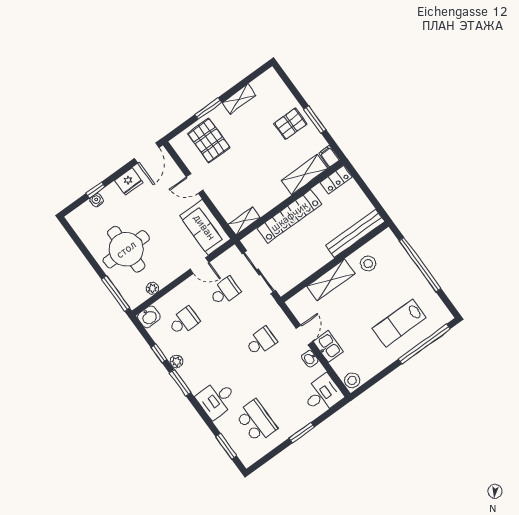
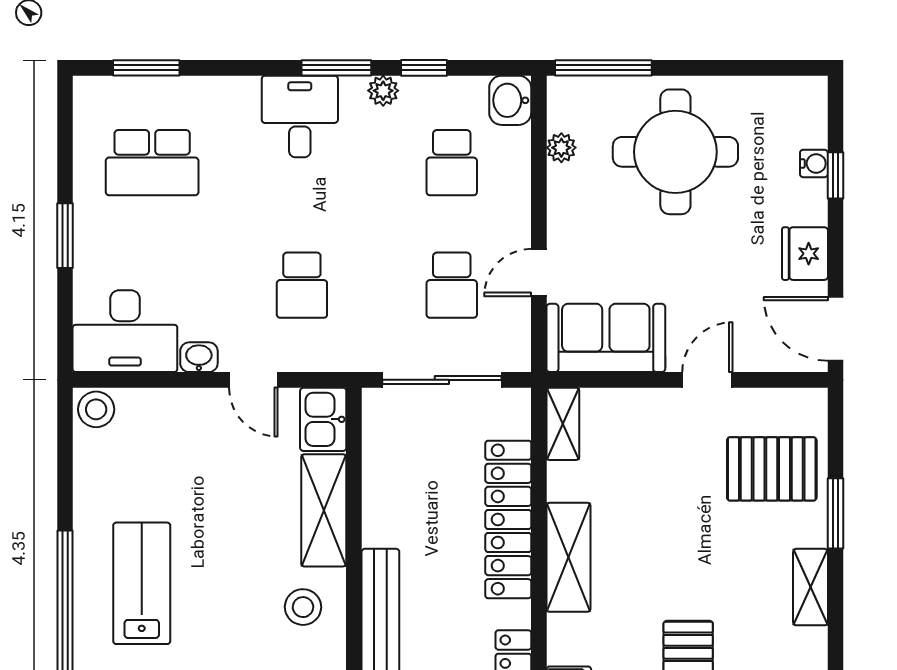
shelving: (305, 175) -> (568, 557), moved
kitchen sink: (328, 347) -> (323, 419), moved, turned 90
desk: (322, 394) -> (125, 331), width x1.37
desk: (217, 399) -> (300, 117), moved

